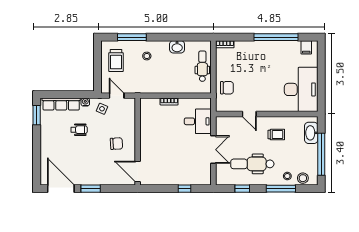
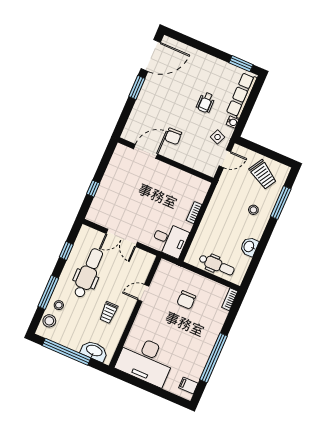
trolley: (116, 61) -> (263, 175), turned -149
chair: (227, 88) -> (186, 300), moved
desk: (198, 121) -> (170, 240), moved, turned -90
door: (138, 172) -> (146, 151), moved

